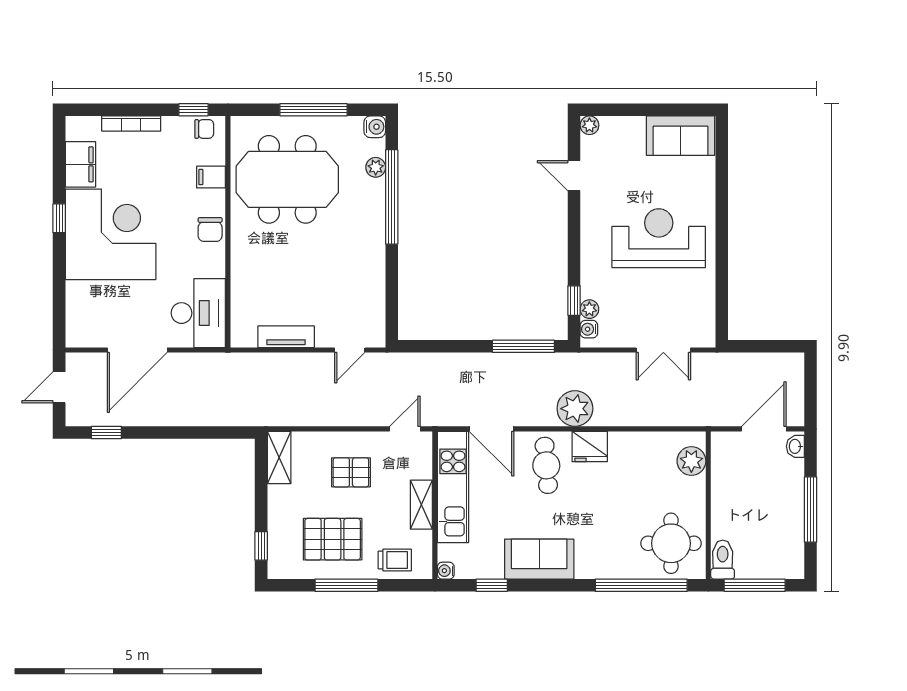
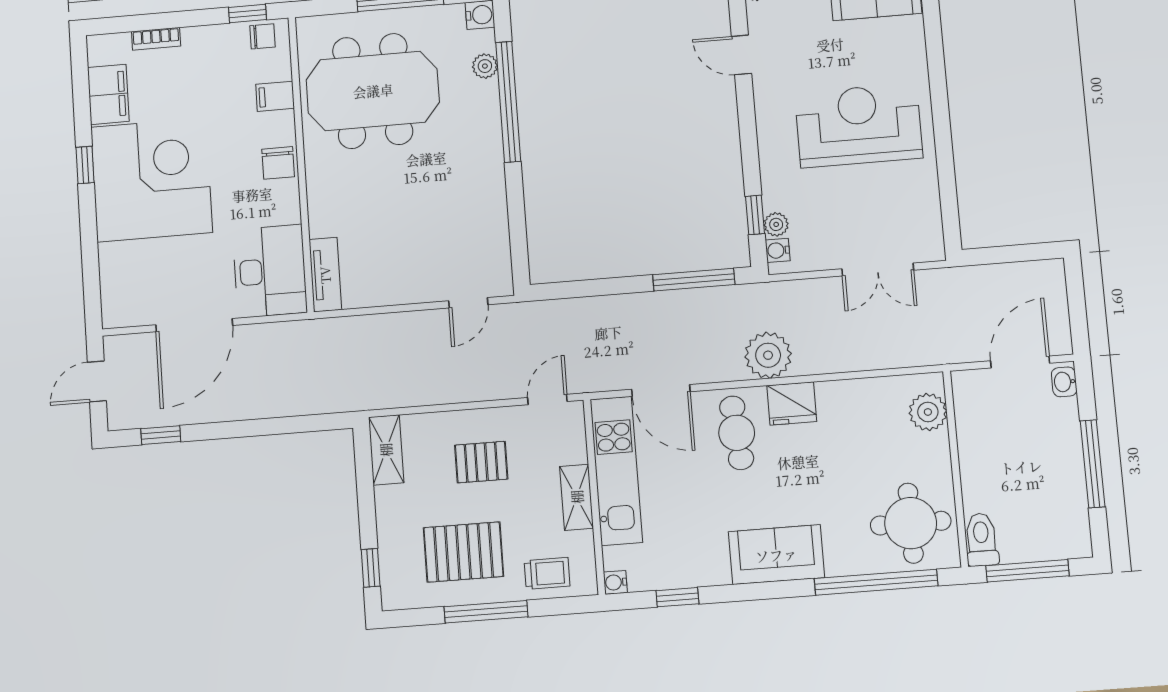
bookcase: (131, 124) -> (156, 39), width x0.64
tv unit: (286, 337) -> (325, 275), moved, turned 90
sofa: (539, 559) -> (776, 555), moved

